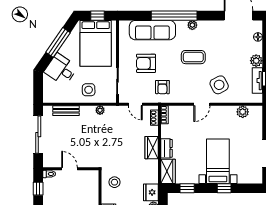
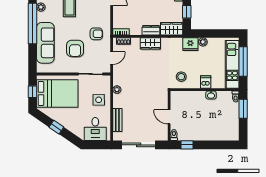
window: (58, 42) -> (56, 127), width x0.46
desk: (61, 69) -> (95, 129), moved, turned -34
door: (69, 169) -> (169, 117), hinge flipped

